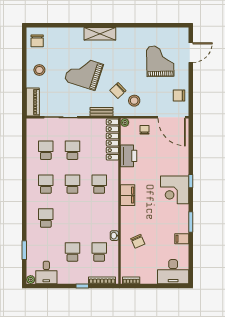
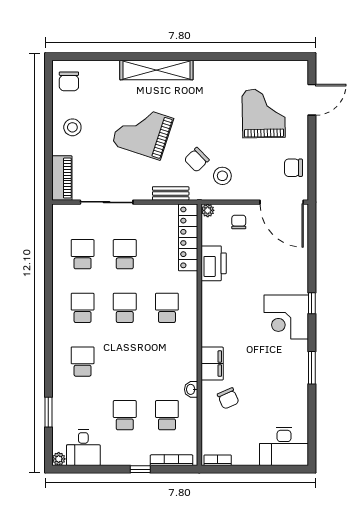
shelving: (100, 34) -> (156, 70), width x1.47
filing cabinet: (128, 195) -> (212, 364), moved
filing cabinet: (182, 239) -> (298, 394), removed

